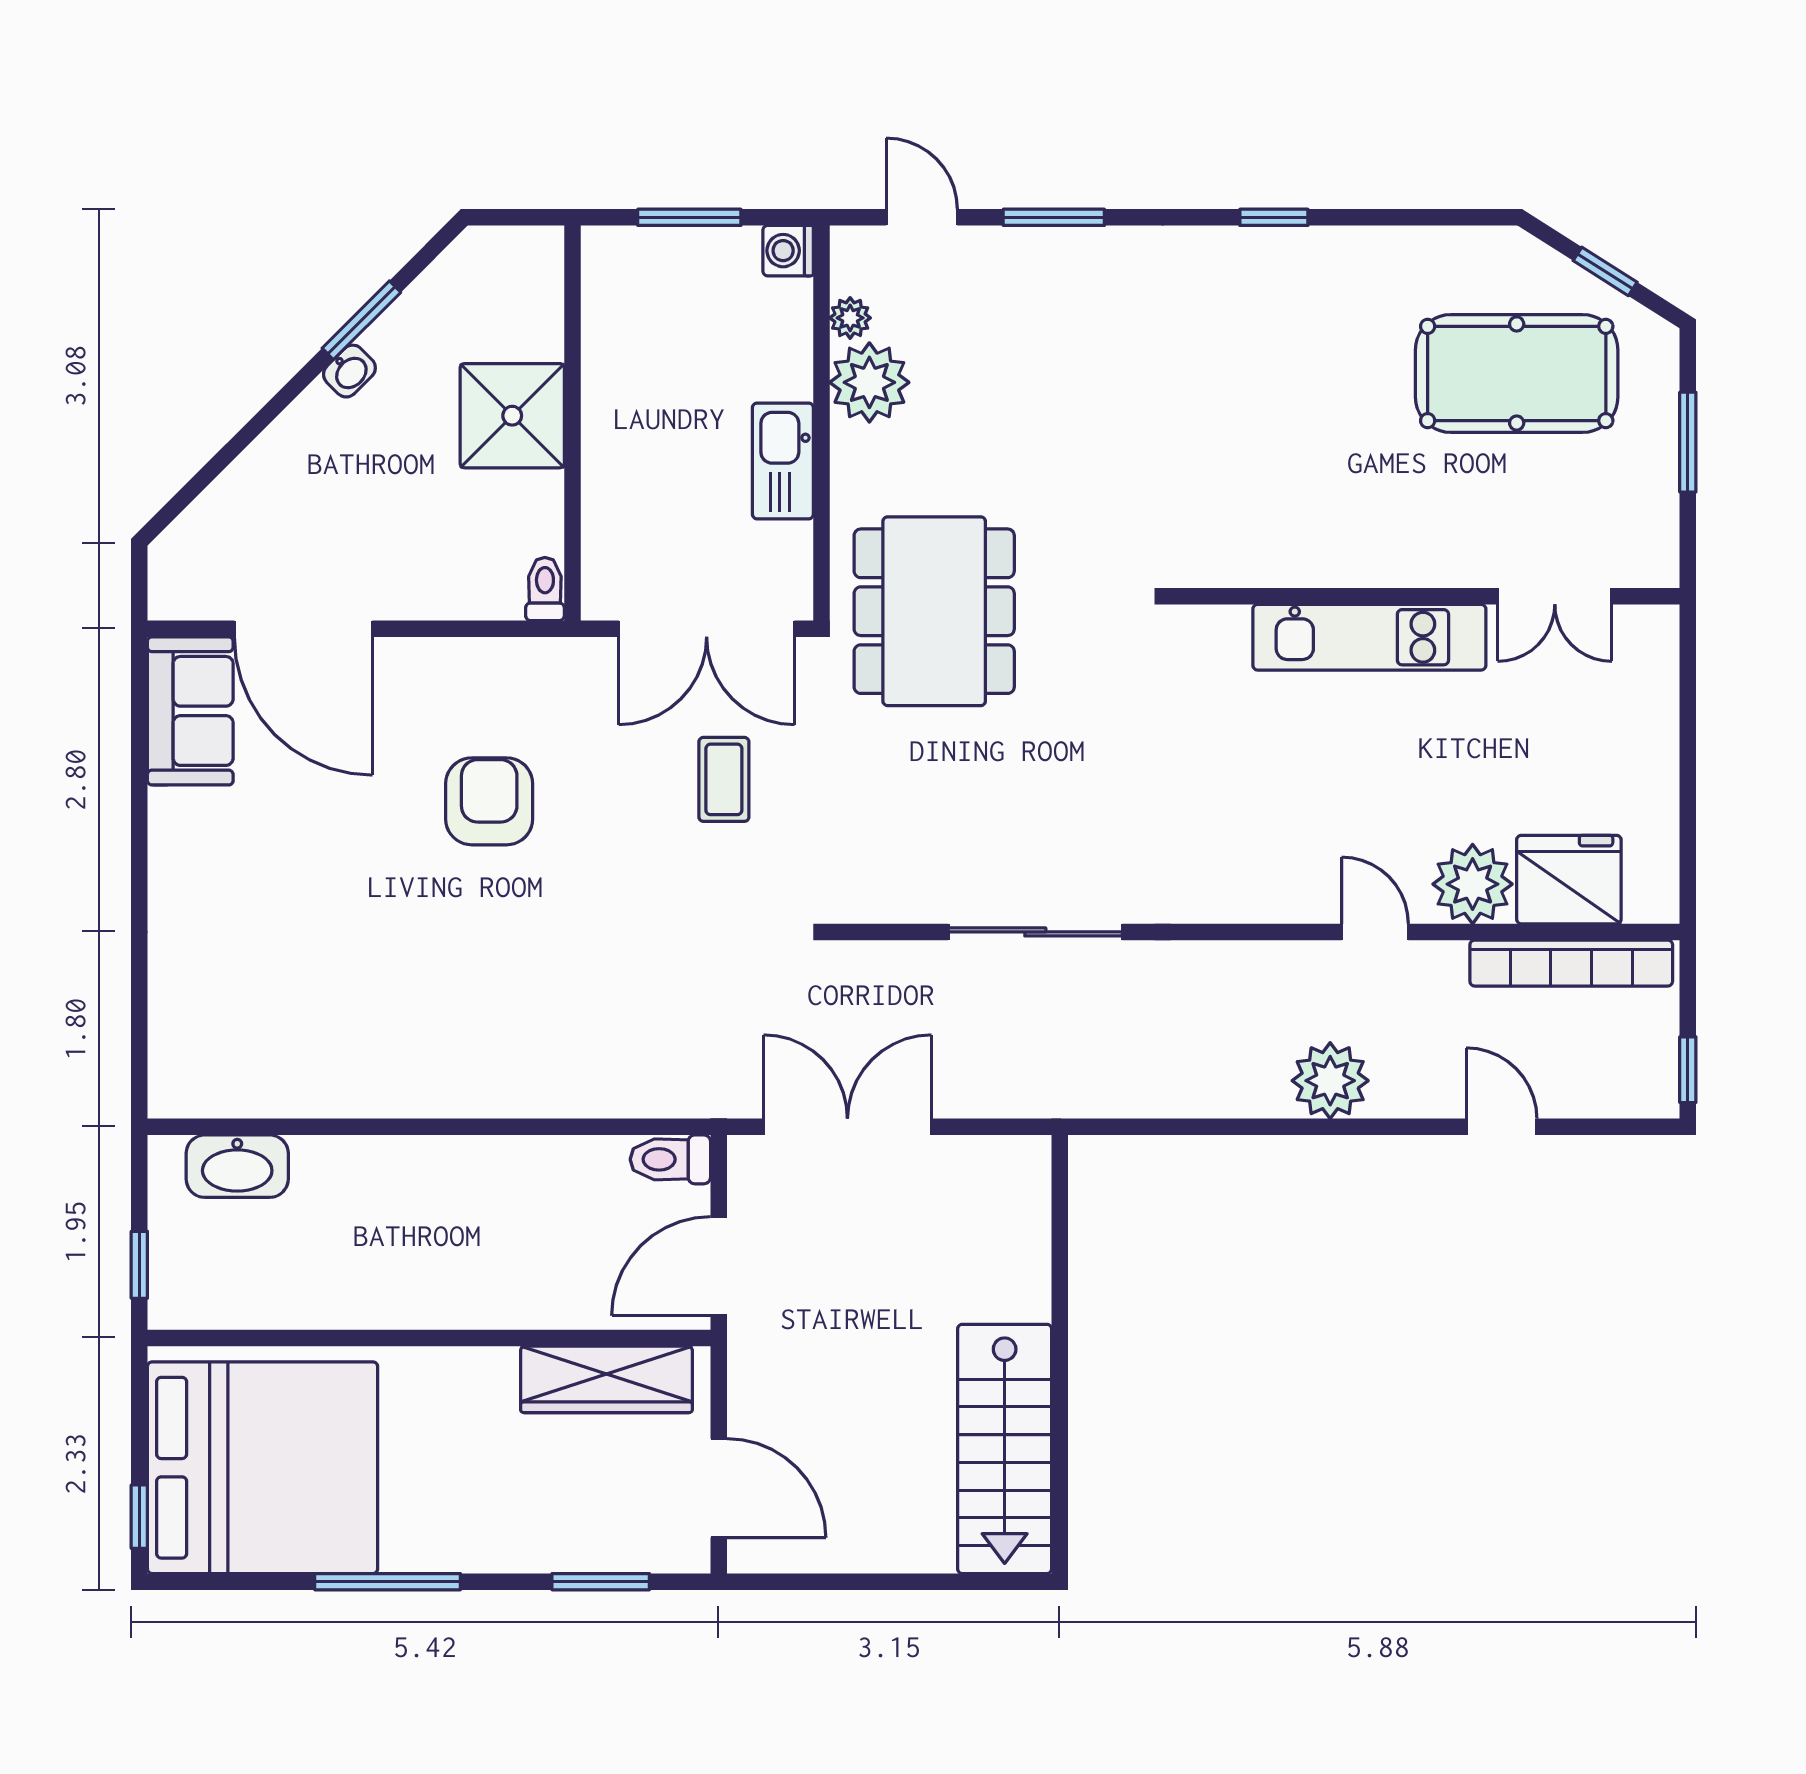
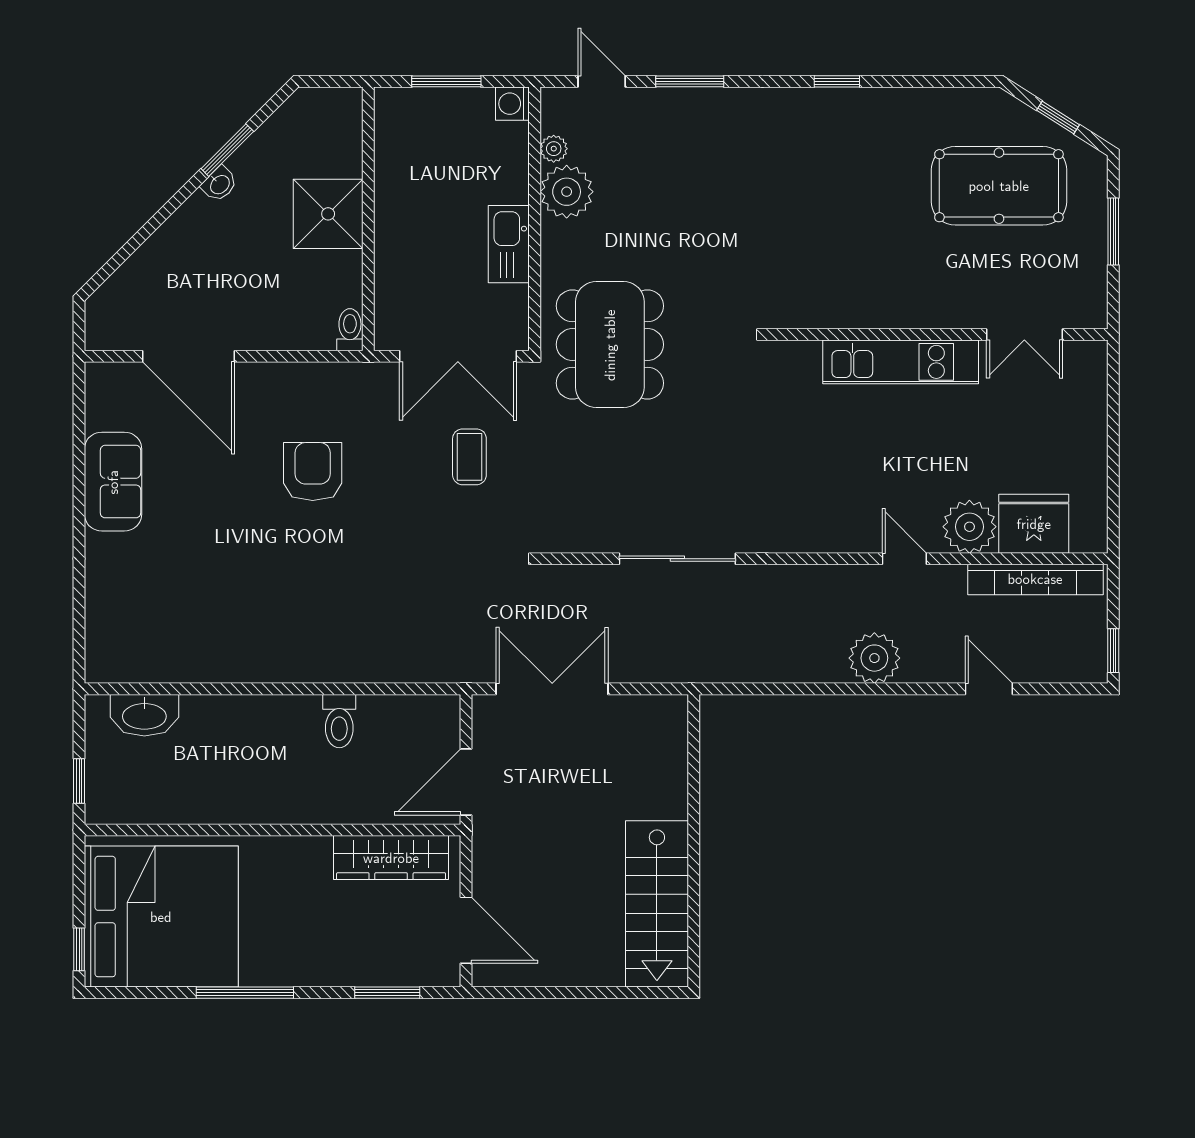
sofa: (190, 711) -> (113, 482), moved
toilet: (670, 1159) -> (339, 721), moved, turned -90

